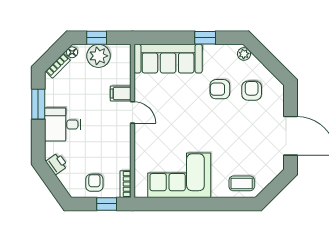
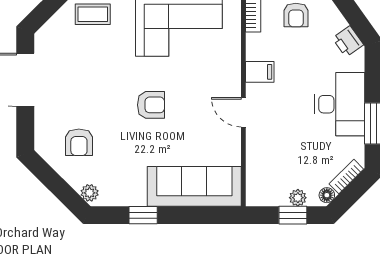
plant: (99, 56) -> (298, 198), width x0.53, depth x0.53
armchair: (220, 89) -> (151, 105), moved
filing cabinet: (121, 93) -> (260, 72), moved
desk: (63, 124) -> (340, 104), width x1.37

